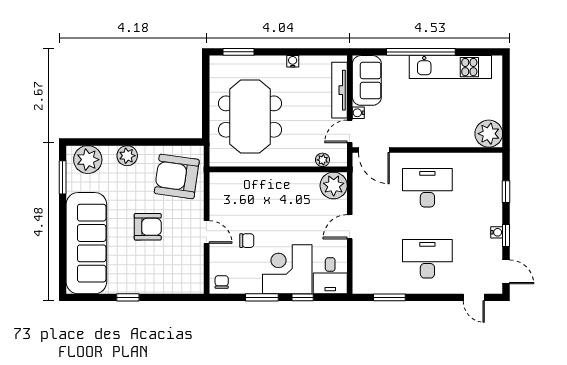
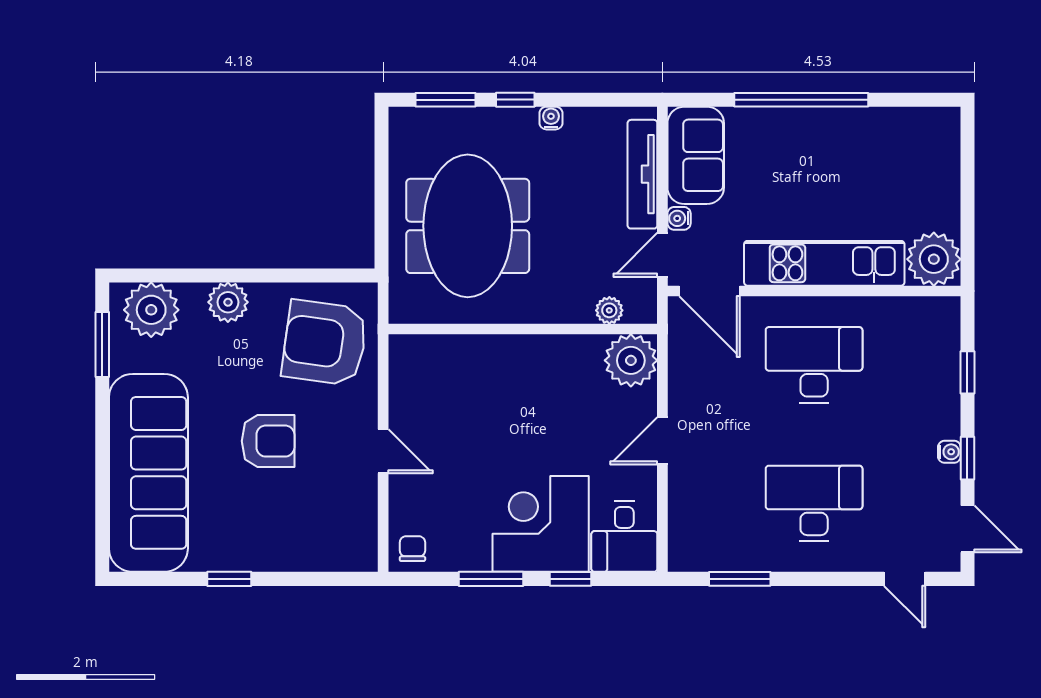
window: (274, 52) -> (515, 100), added
kitchen unit: (450, 67) -> (824, 263), moved, turned 180
chair: (247, 241) -> (461, 468), removed

